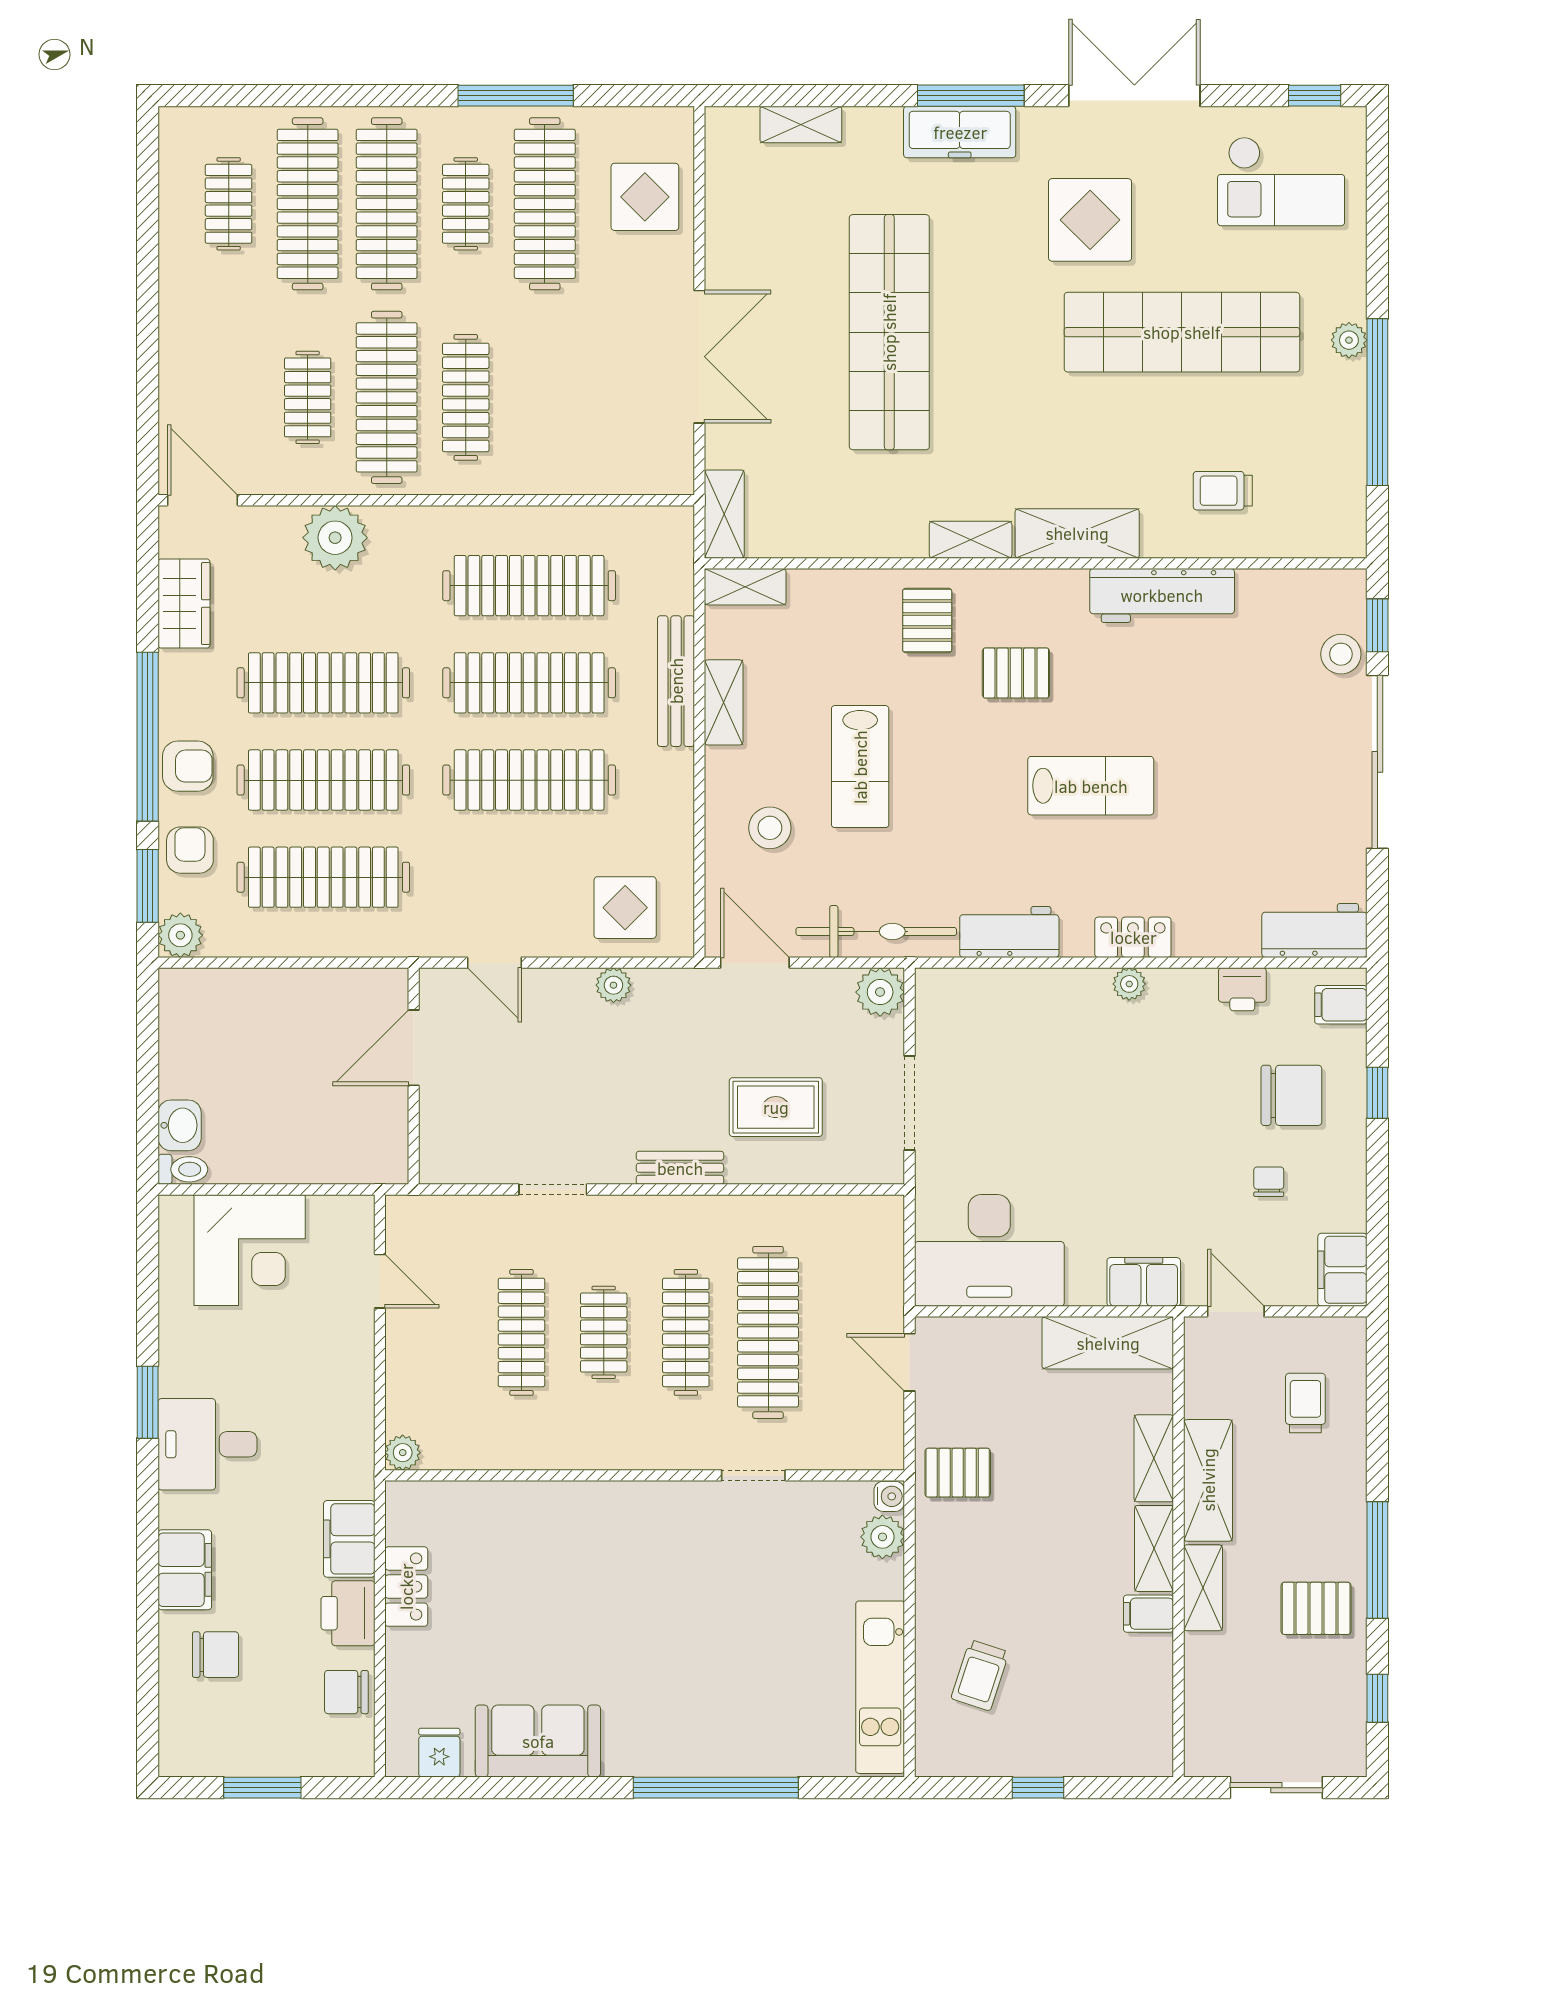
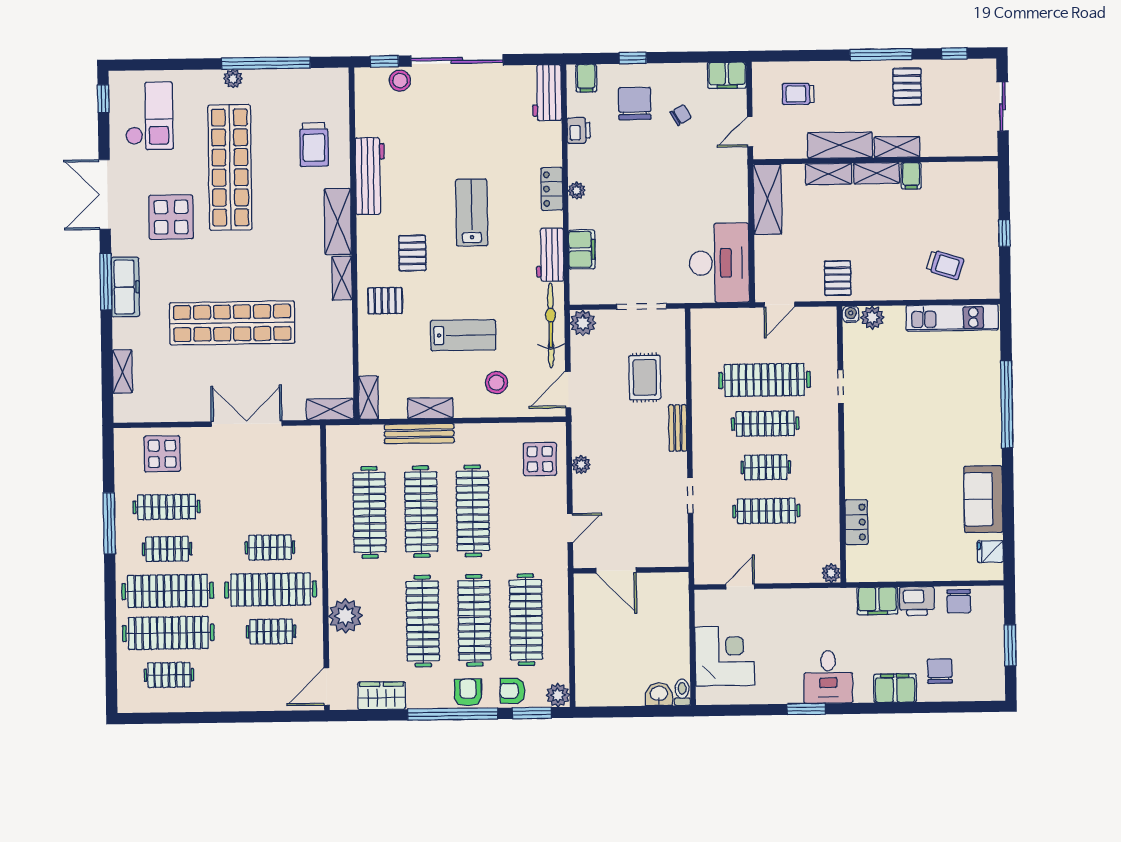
clothes rail: (545, 204) -> (167, 507), width x0.73, depth x0.76
clothes rail: (466, 397) -> (270, 548), width x0.73
trolley: (1223, 491) -> (314, 145), width x1.36, depth x1.39
chair: (1269, 1182) -> (681, 115), turned 150
filing cabinet: (1144, 1282) -> (582, 249), moved, turned 180
locker: (406, 1587) -> (856, 522), moved, turned 90

